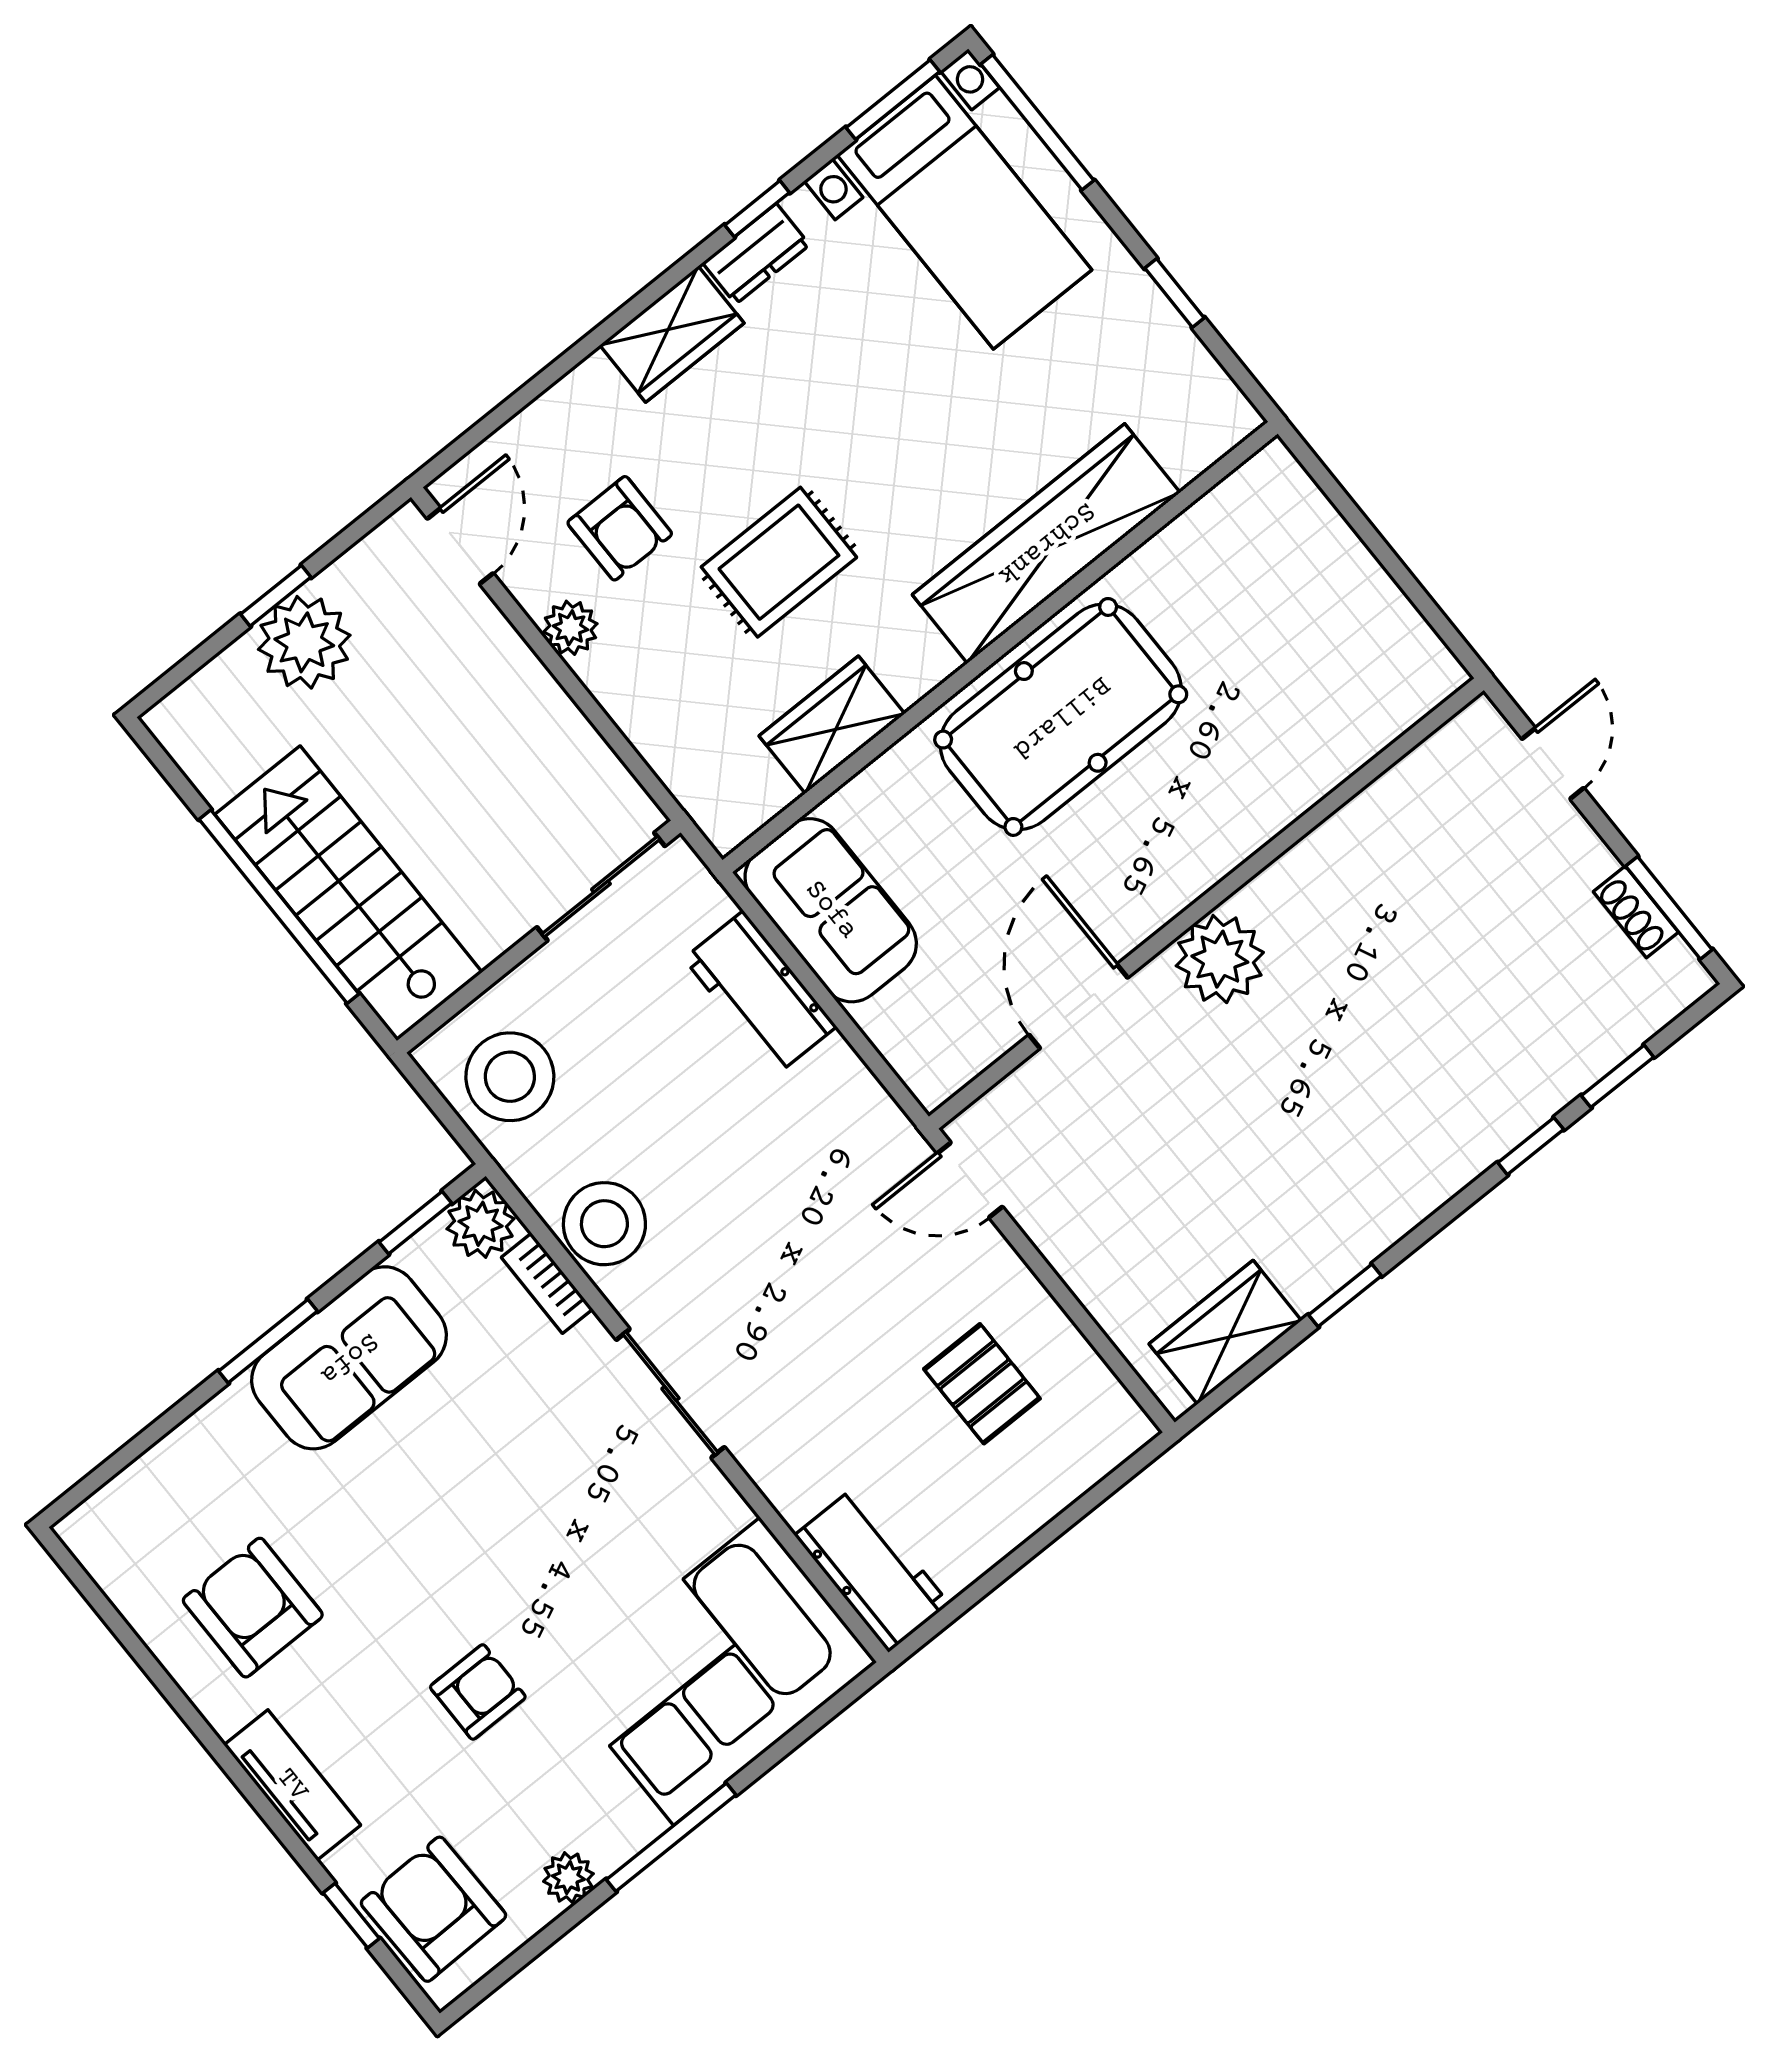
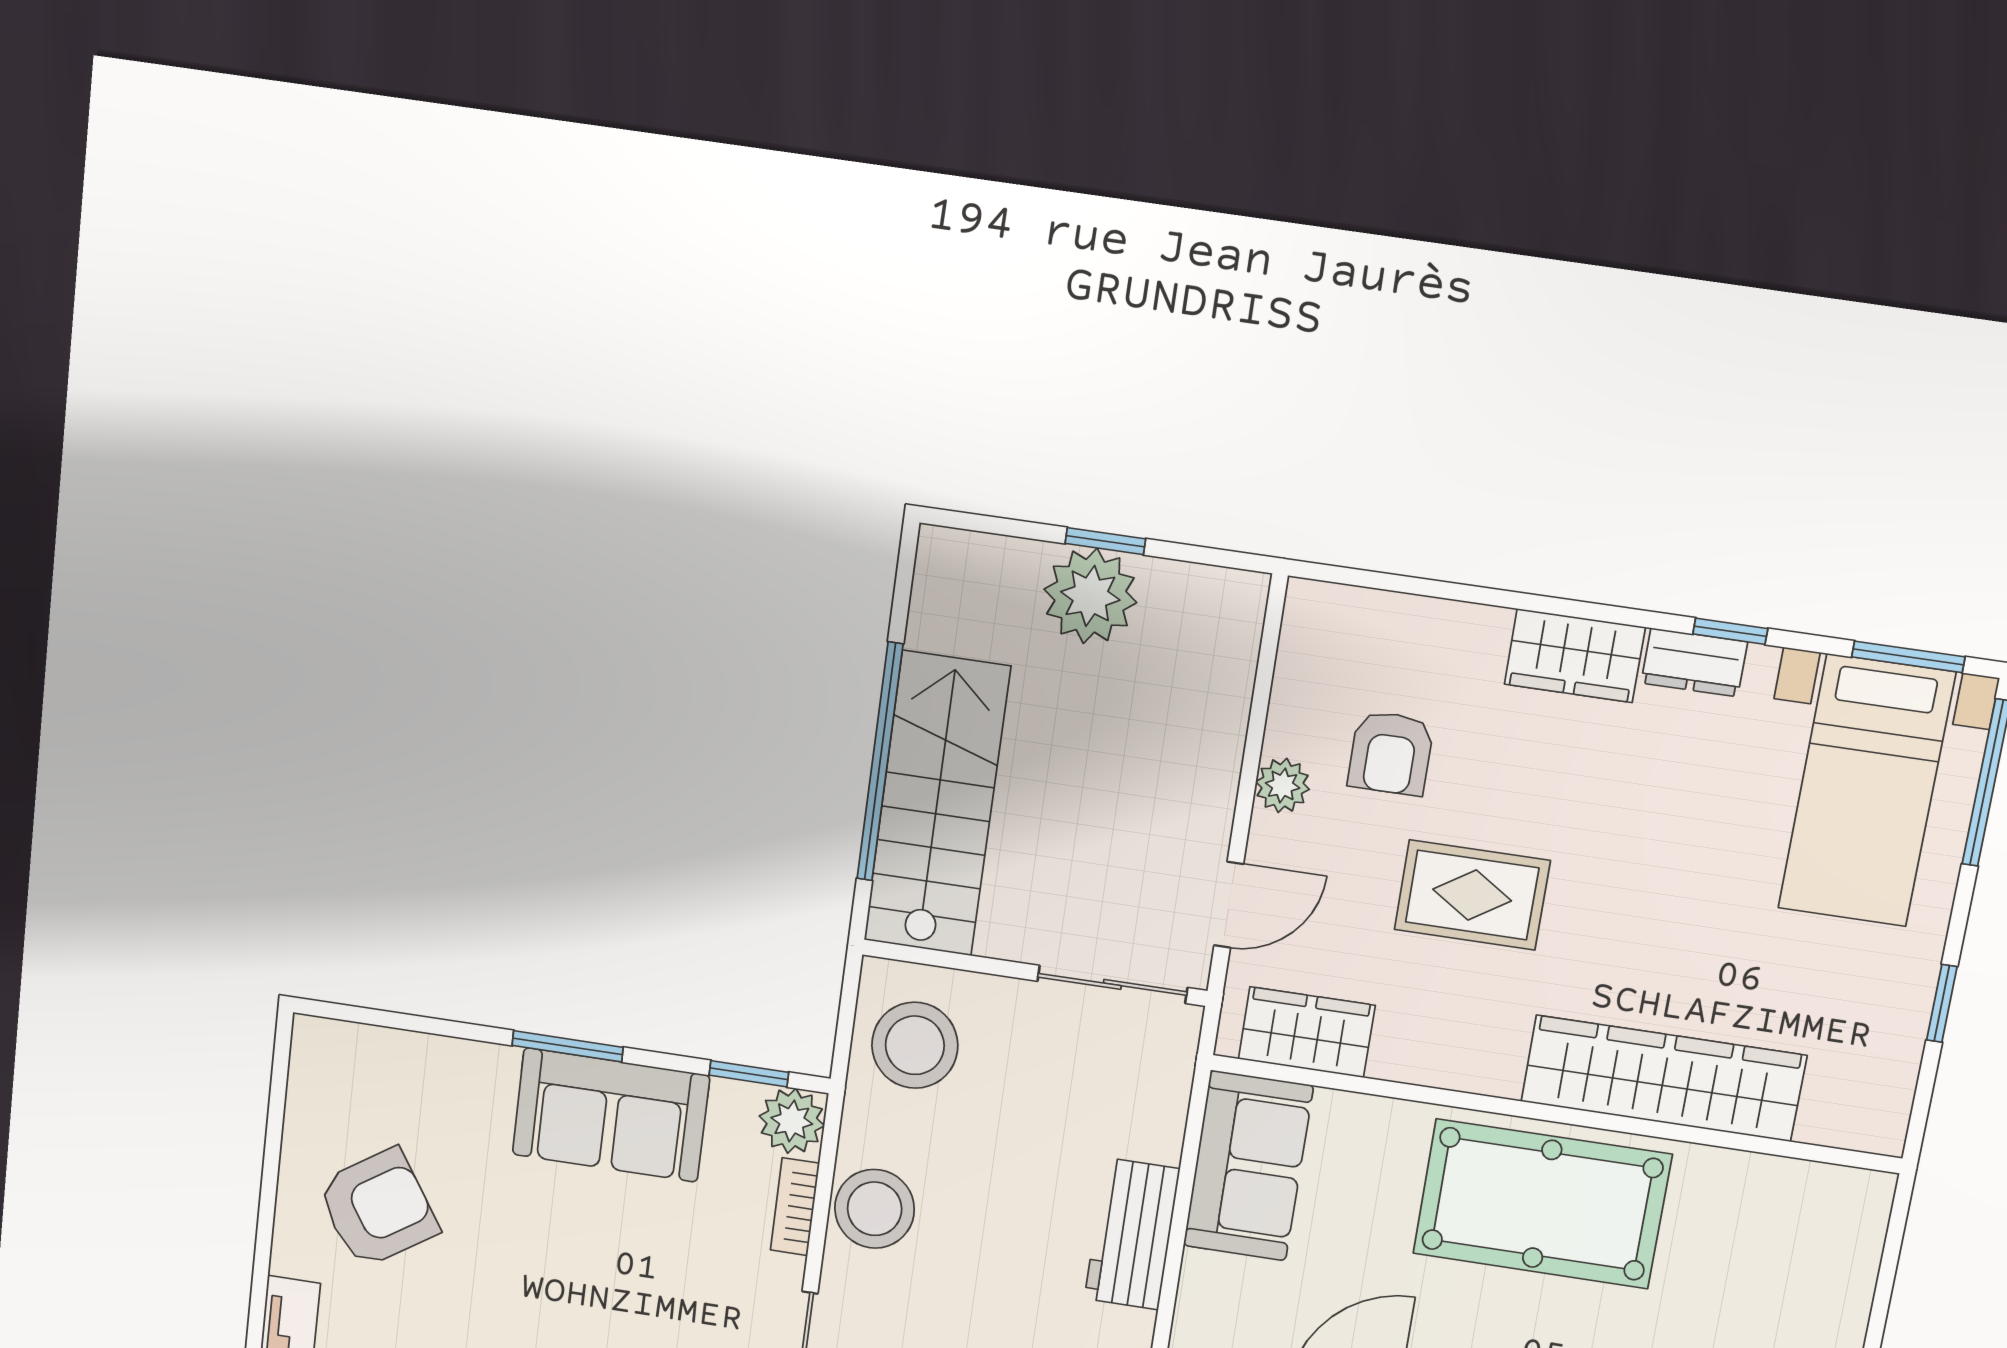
door: (460, 546) -> (1229, 905), moved
wardrobe: (832, 725) -> (1307, 1032), moved
workbench: (760, 993) -> (1132, 1234), moved
armchair: (253, 1608) -> (378, 1208), turned 57

